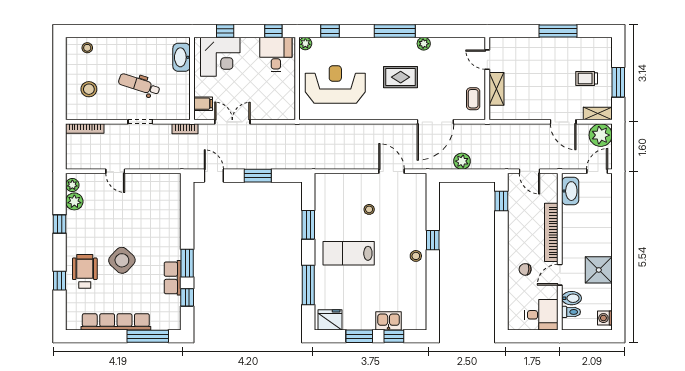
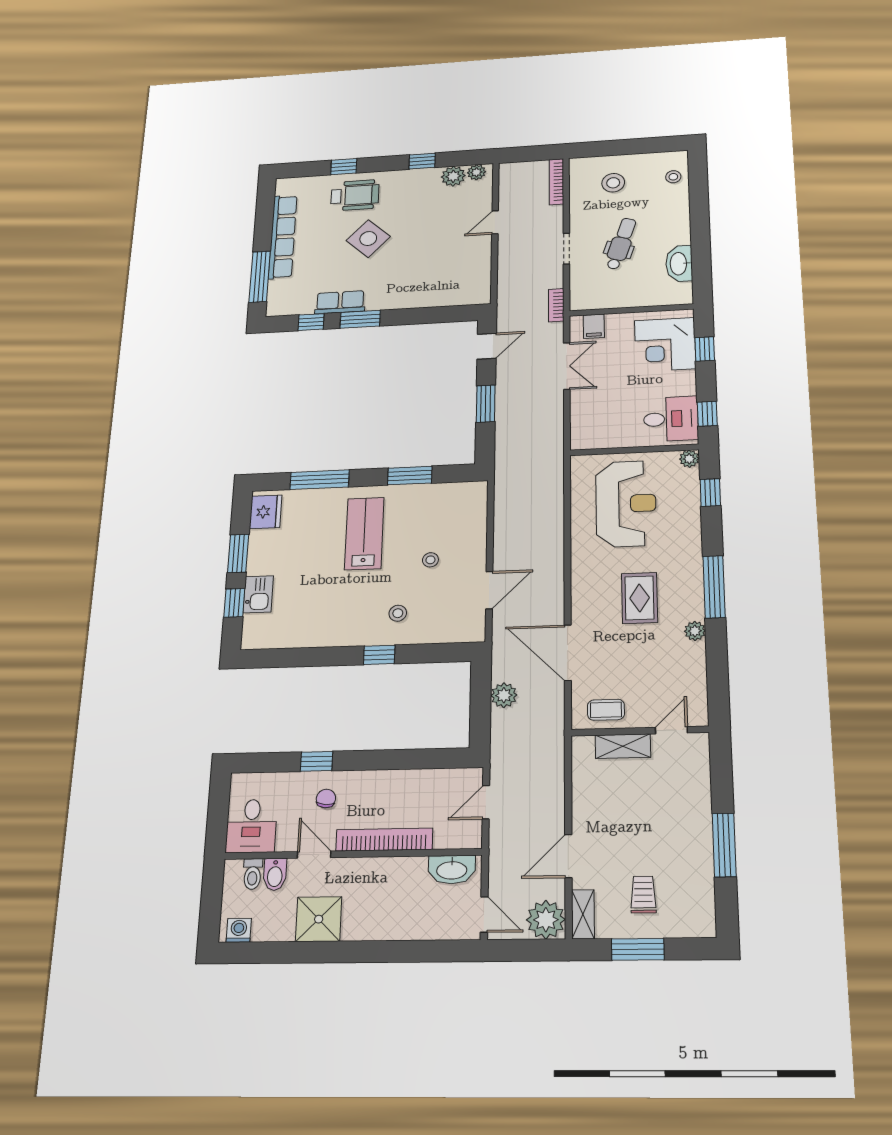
washbasin: (182, 57) -> (679, 264), moved, turned -90
window: (501, 201) -> (317, 761), moved
stool: (416, 256) -> (398, 613), moved

